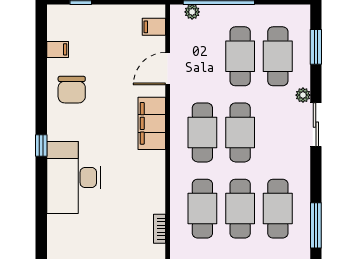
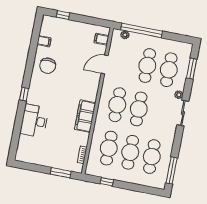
filing cabinet: (152, 123) -> (85, 116), moved
desk: (74, 177) -> (34, 121), width x0.73, depth x0.77

